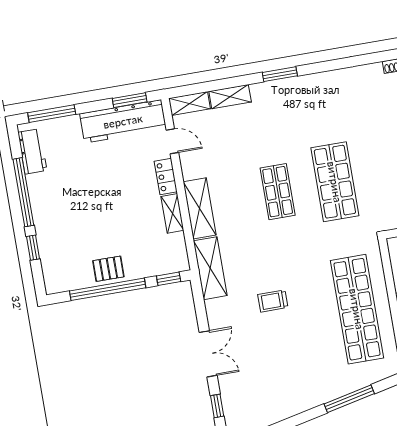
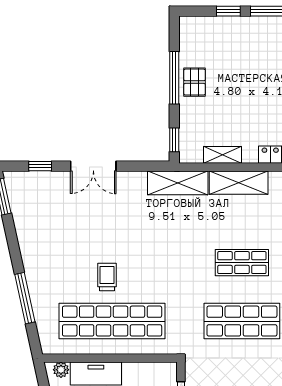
shelving: (172, 213) -> (222, 155), moved
window: (108, 289) -> (174, 78), width x0.68
trolley: (273, 301) -> (107, 277), moved

